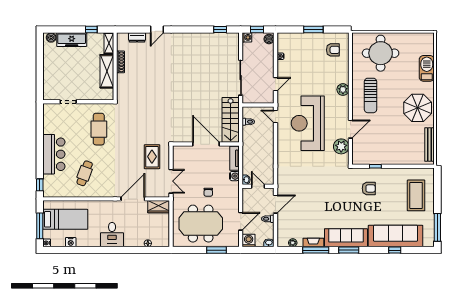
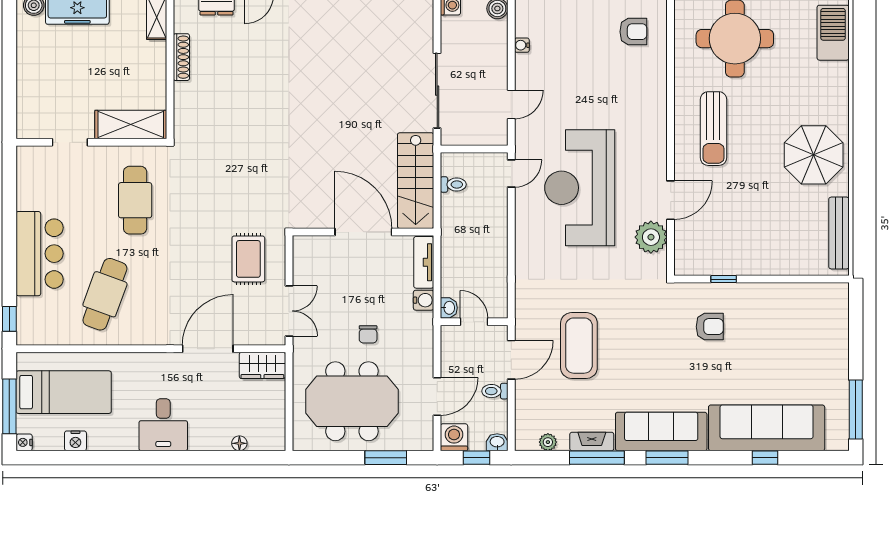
barbecue: (427, 68) -> (833, 33), moved
shelving: (107, 71) -> (131, 124), moved, turned 90
plant: (343, 90) -> (655, 116), removed
door: (275, 117) -> (511, 174), swing flipped
cafe table: (85, 173) -> (105, 294), width x1.37, depth x1.35
coffee table: (416, 195) -> (579, 346), moved
window: (259, 250) -> (476, 458), added

